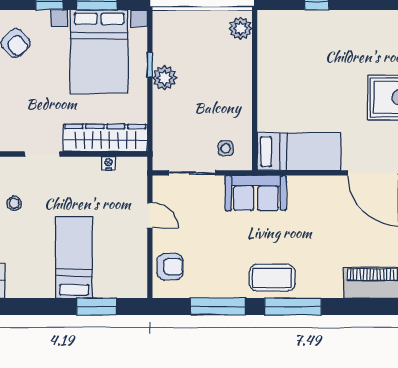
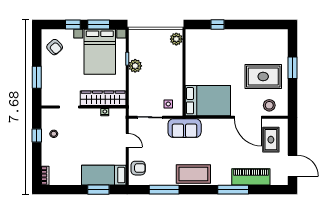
bed: (299, 152) -> (208, 101), width x1.50
bed: (74, 257) -> (104, 175), moved, turned -90
coffee table: (272, 278) -> (193, 174), width x1.36, depth x1.32
window: (293, 307) -> (233, 190), moved

